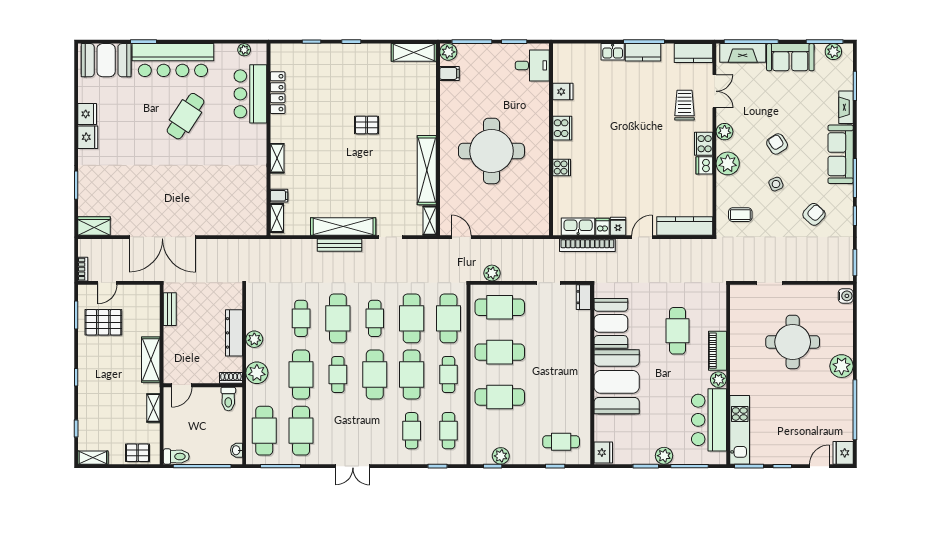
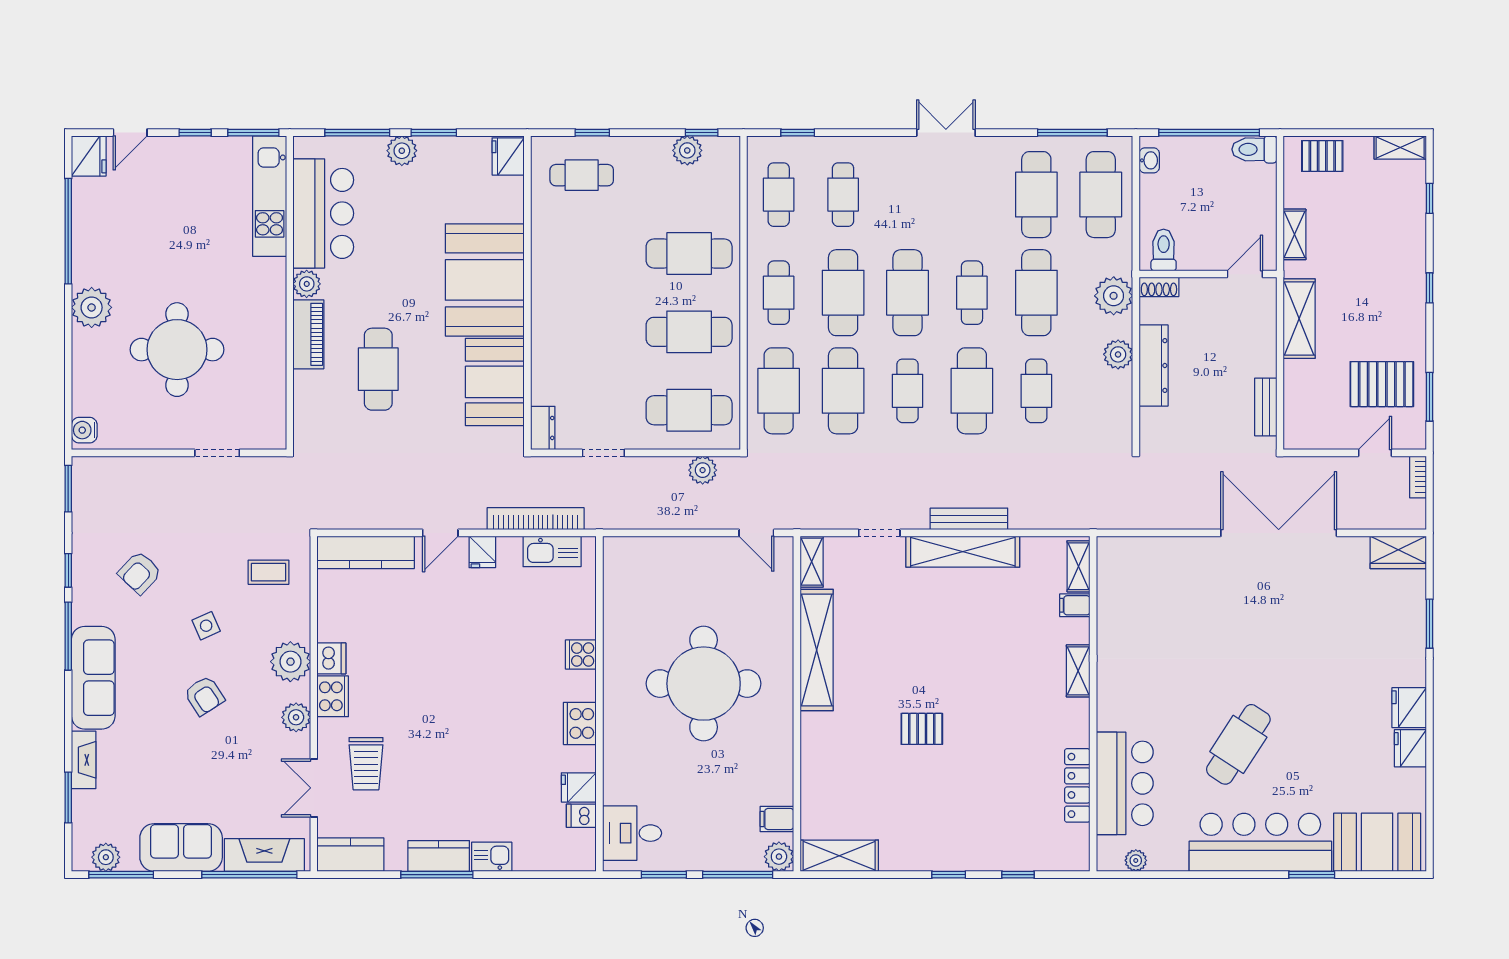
dishwasher: (603, 227) -> (581, 816), moved, turned 90

